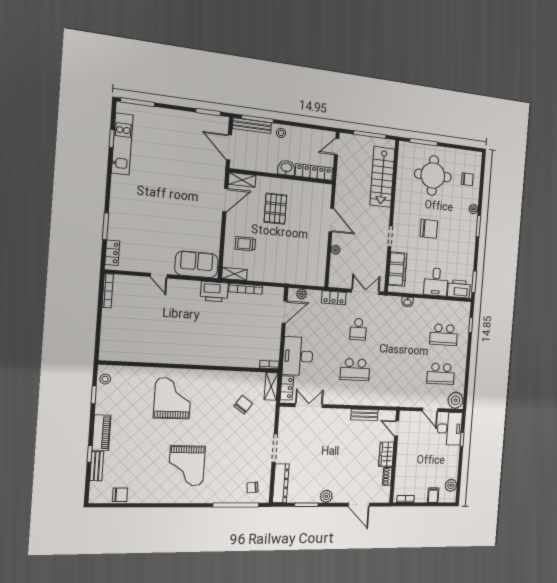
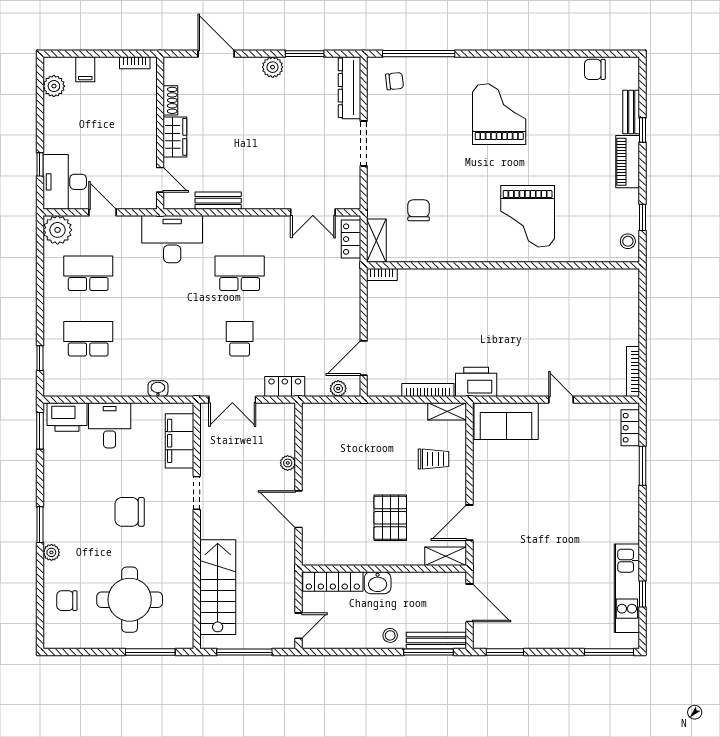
desk: (298, 356) -> (172, 239), moved, turned -90
chair: (243, 405) -> (419, 210), turned 145

